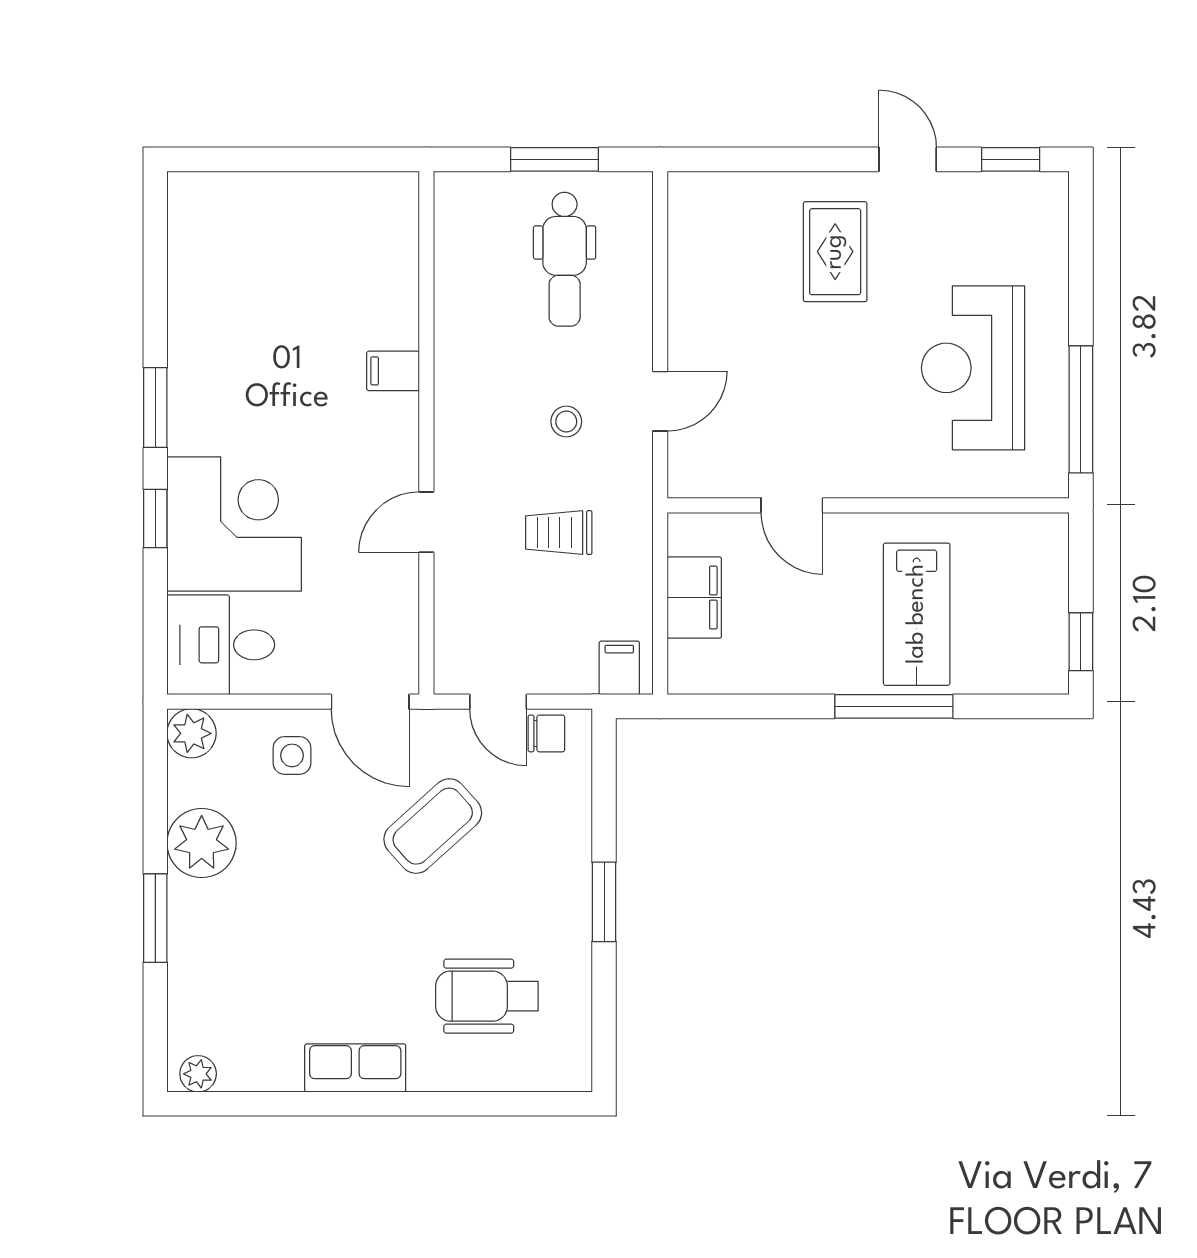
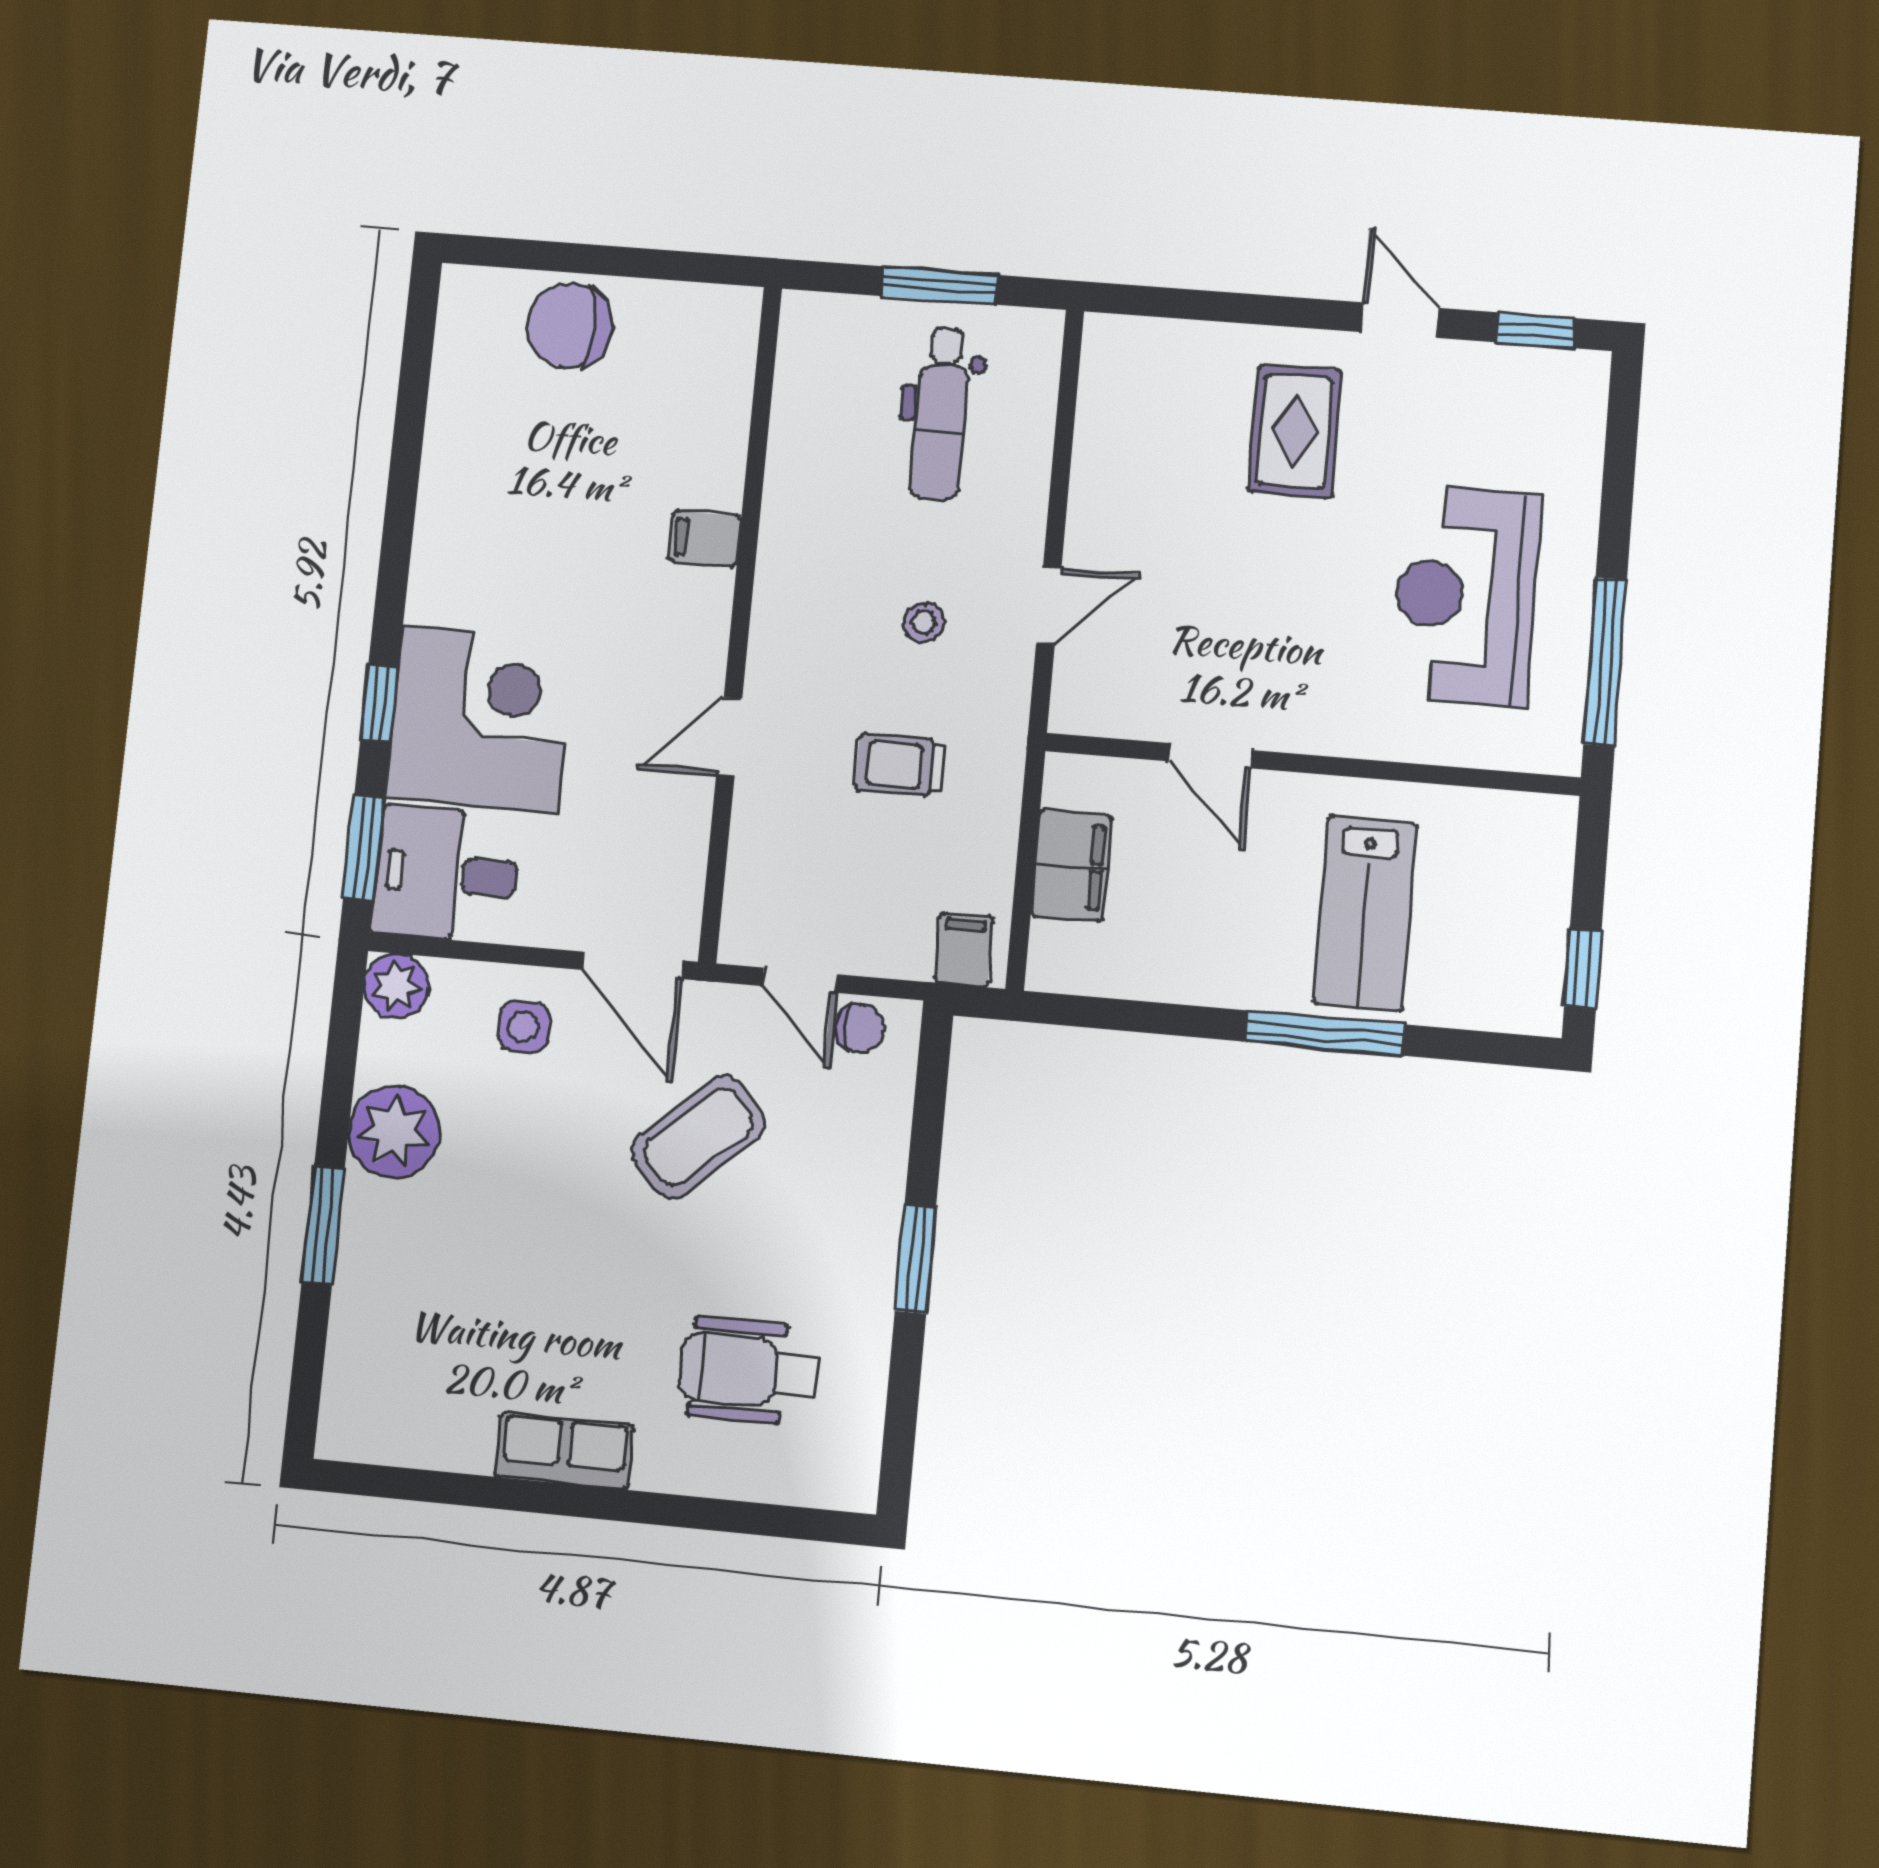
chair: (272, 213) -> (569, 325), added
window: (155, 407) -> (364, 848), moved
plant: (198, 1074) -> (357, 1438), removed

